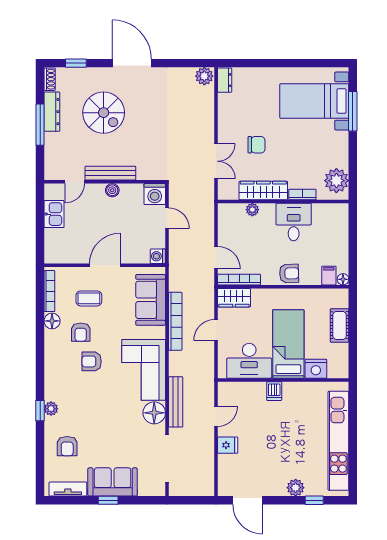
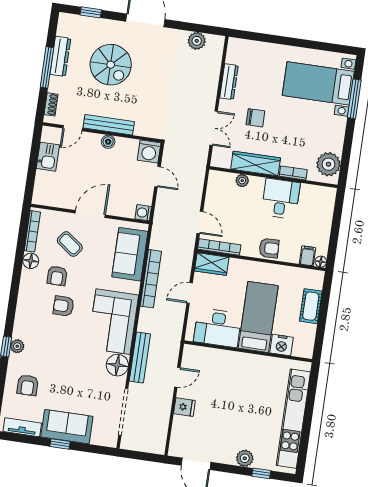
plant: (204, 76) -> (197, 41), moved
shoe rack: (50, 79) -> (51, 104), moved
dresser: (225, 80) -> (229, 82), moved, width x1.44
coffee table: (89, 298) -> (70, 244), turned 37
dishwasher: (274, 391) -> (238, 361), removed

